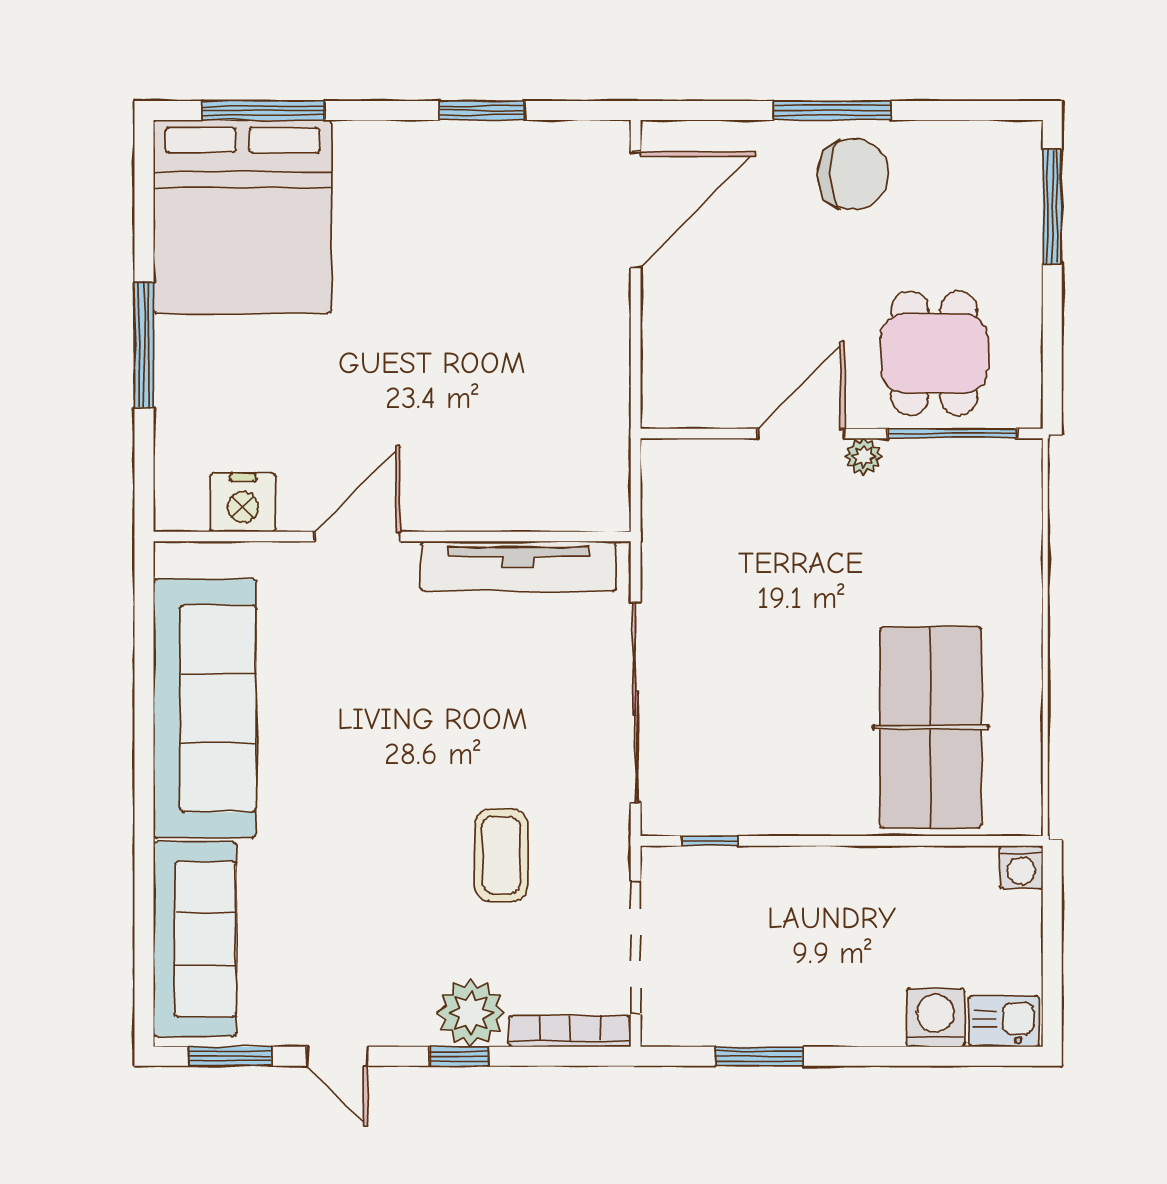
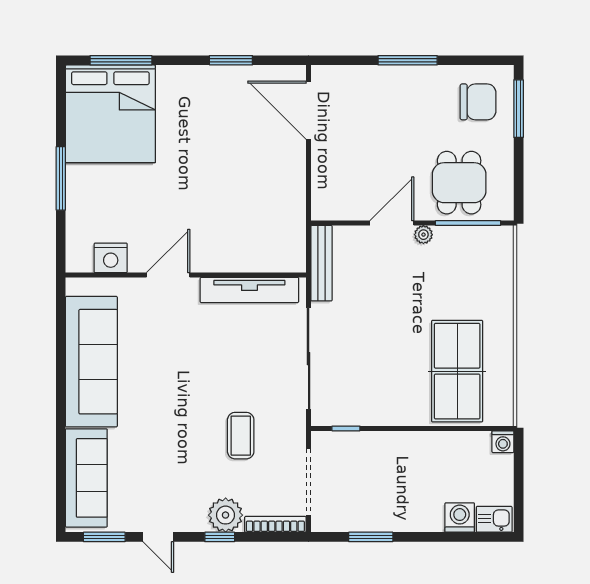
chair: (853, 174) -> (478, 102), moved
door: (636, 210) -> (309, 110), swing flipped
bench: (661, 513) -> (321, 263), added

